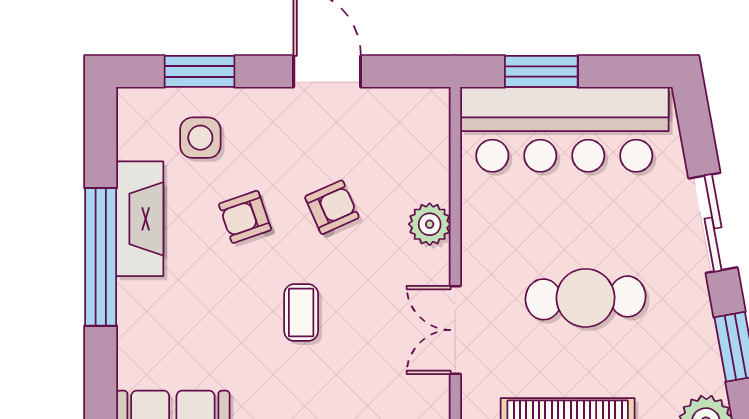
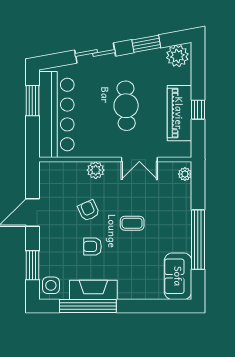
window: (541, 71) -> (32, 101), moved
side table: (200, 138) -> (51, 285), moved
armchair: (245, 217) -> (93, 246), turned 109
window: (101, 257) -> (88, 306), moved

